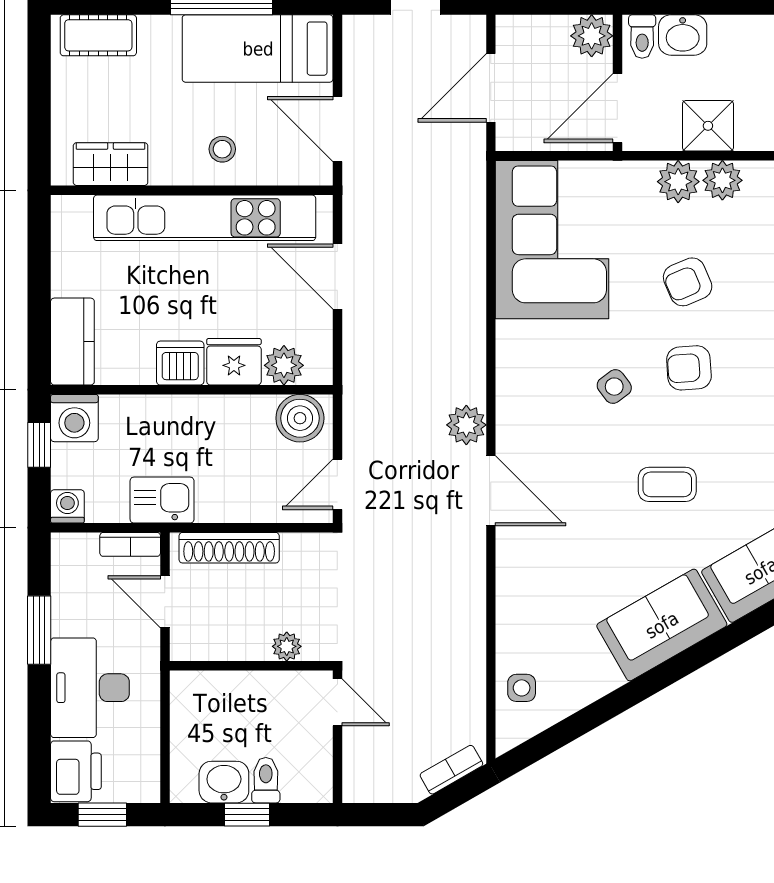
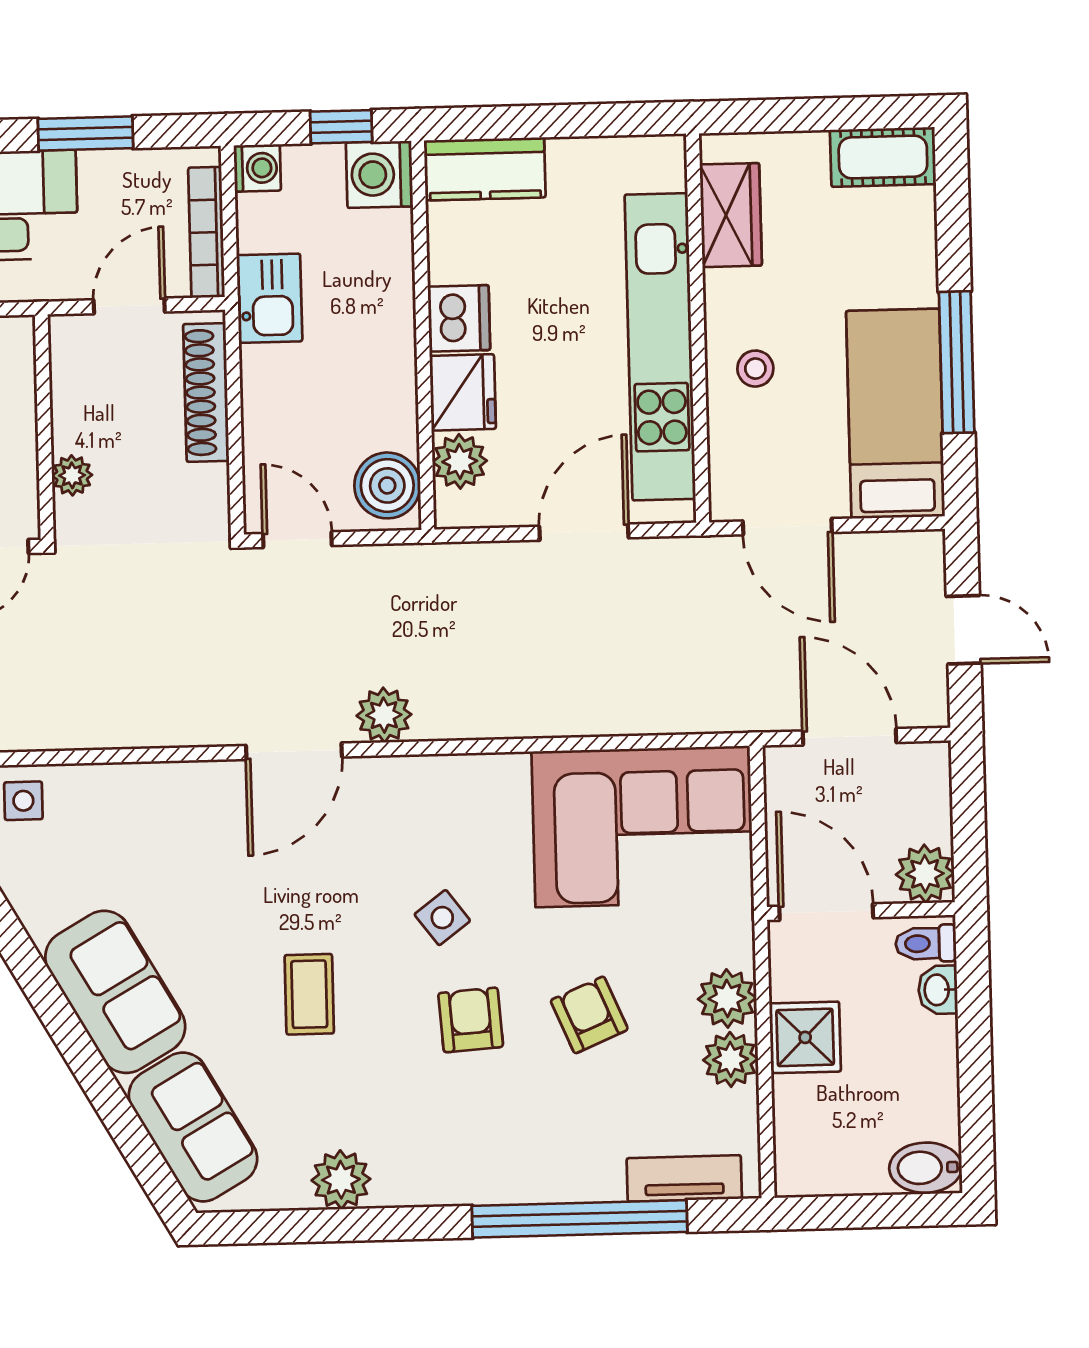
cot: (98, 35) -> (883, 157), moved, turned 90
washbasin: (683, 35) -> (938, 990), width x0.72, depth x0.69
door: (337, 129) -> (787, 527), swing flipped
bookcase: (130, 544) -> (207, 232), width x1.56

